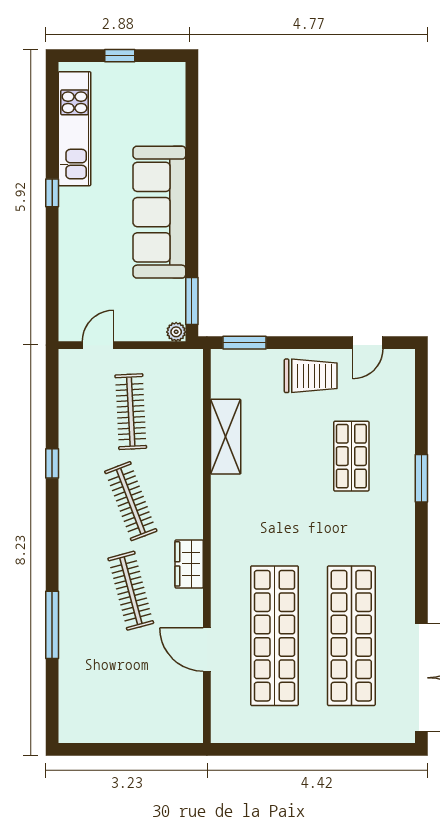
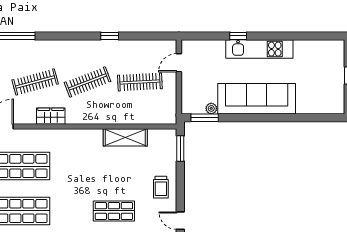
kitchen unit: (75, 129) -> (259, 49), moved
window: (52, 193) -> (238, 36), moved
plant: (176, 332) -> (211, 108), moved
door: (98, 345) -> (179, 63), swing flipped
trolley: (311, 376) -> (161, 187), width x0.73, depth x0.72

